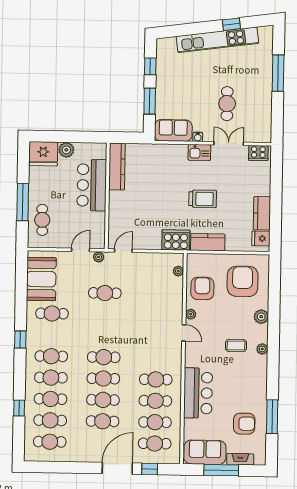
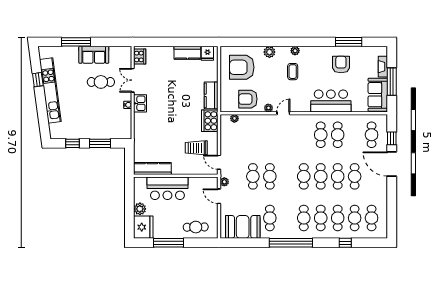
sofa: (173, 130) -> (94, 55), moved, turned -90
trolley: (203, 199) -> (196, 148), moved, turned -90
window: (23, 202) -> (168, 243), moved
window: (20, 339) -> (291, 243), width x3.17
cafe table: (155, 422) -> (270, 176), moved
armchair: (244, 424) -> (341, 64), moved

